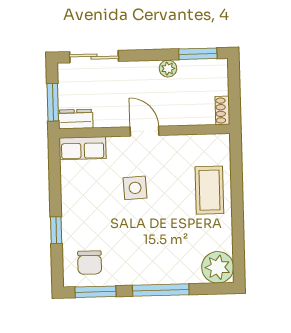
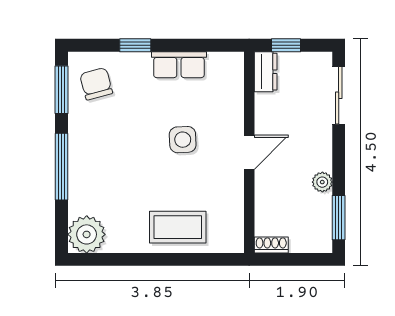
window: (53, 102) -> (286, 45), width x0.67
row of seats: (83, 148) -> (179, 65), moved, turned -90
chair: (90, 263) -> (96, 84), turned 75

